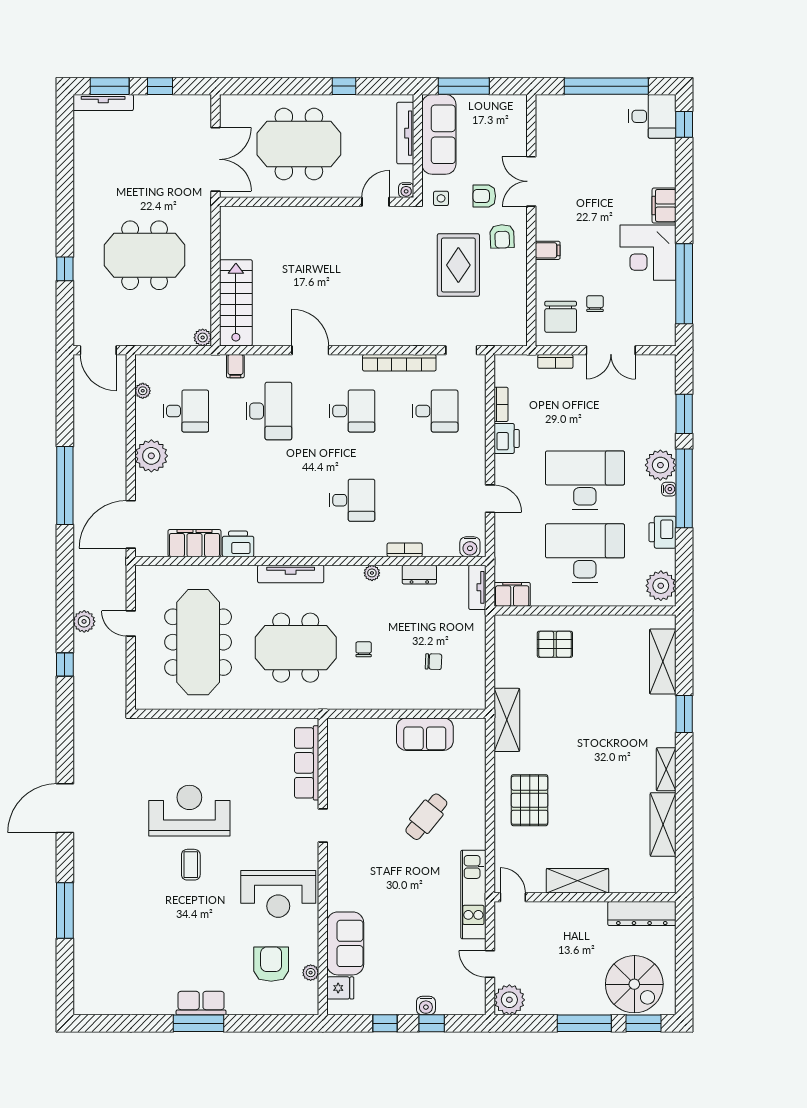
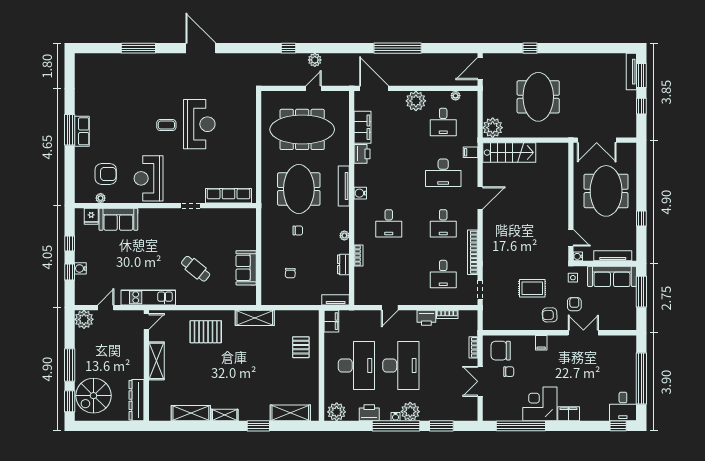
rug: (458, 265) -> (532, 288), width x0.73, depth x0.70
plant: (203, 338) -> (493, 128), width x1.88, depth x1.88
water cooler: (470, 547) -> (360, 193), moved

